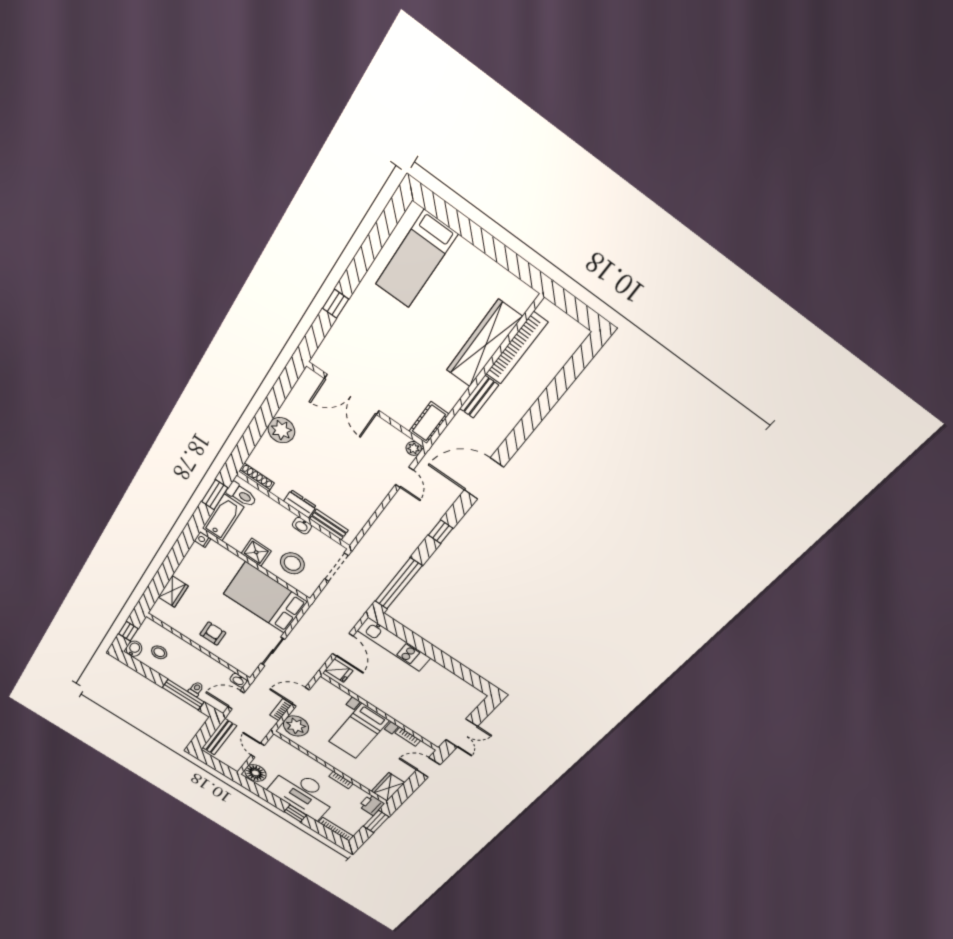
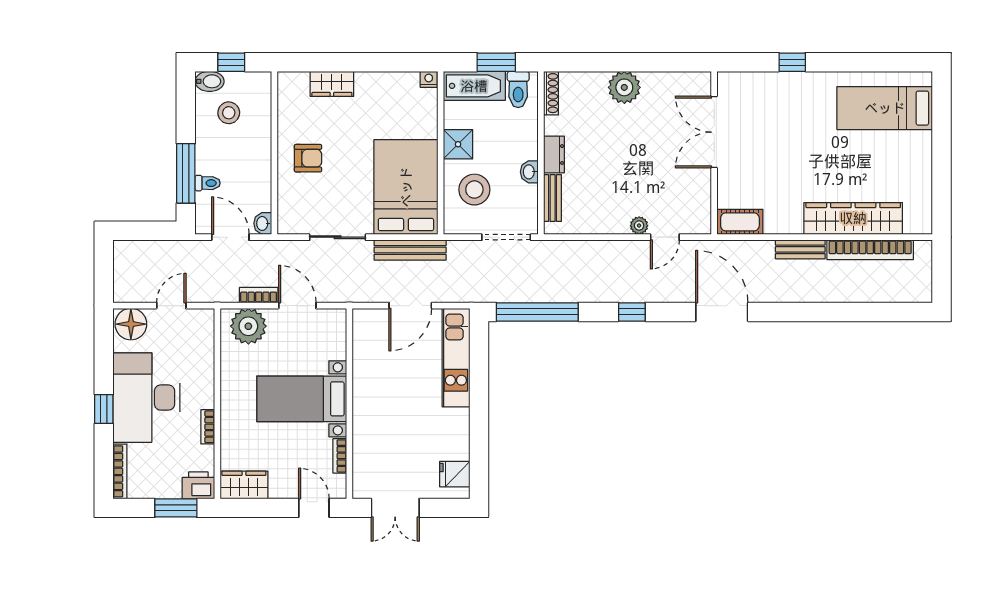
plant: (414, 448) -> (639, 226), moved
fridge: (339, 671) -> (455, 474), moved, turned 90
bench: (219, 737) -> (410, 250), moved

